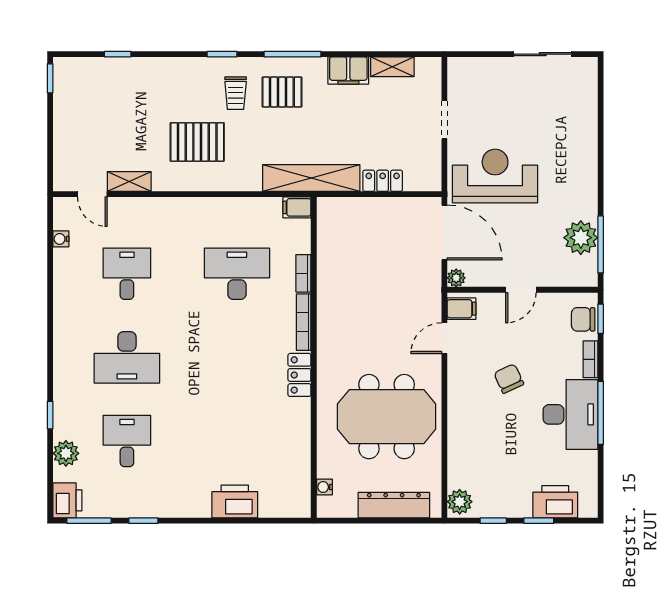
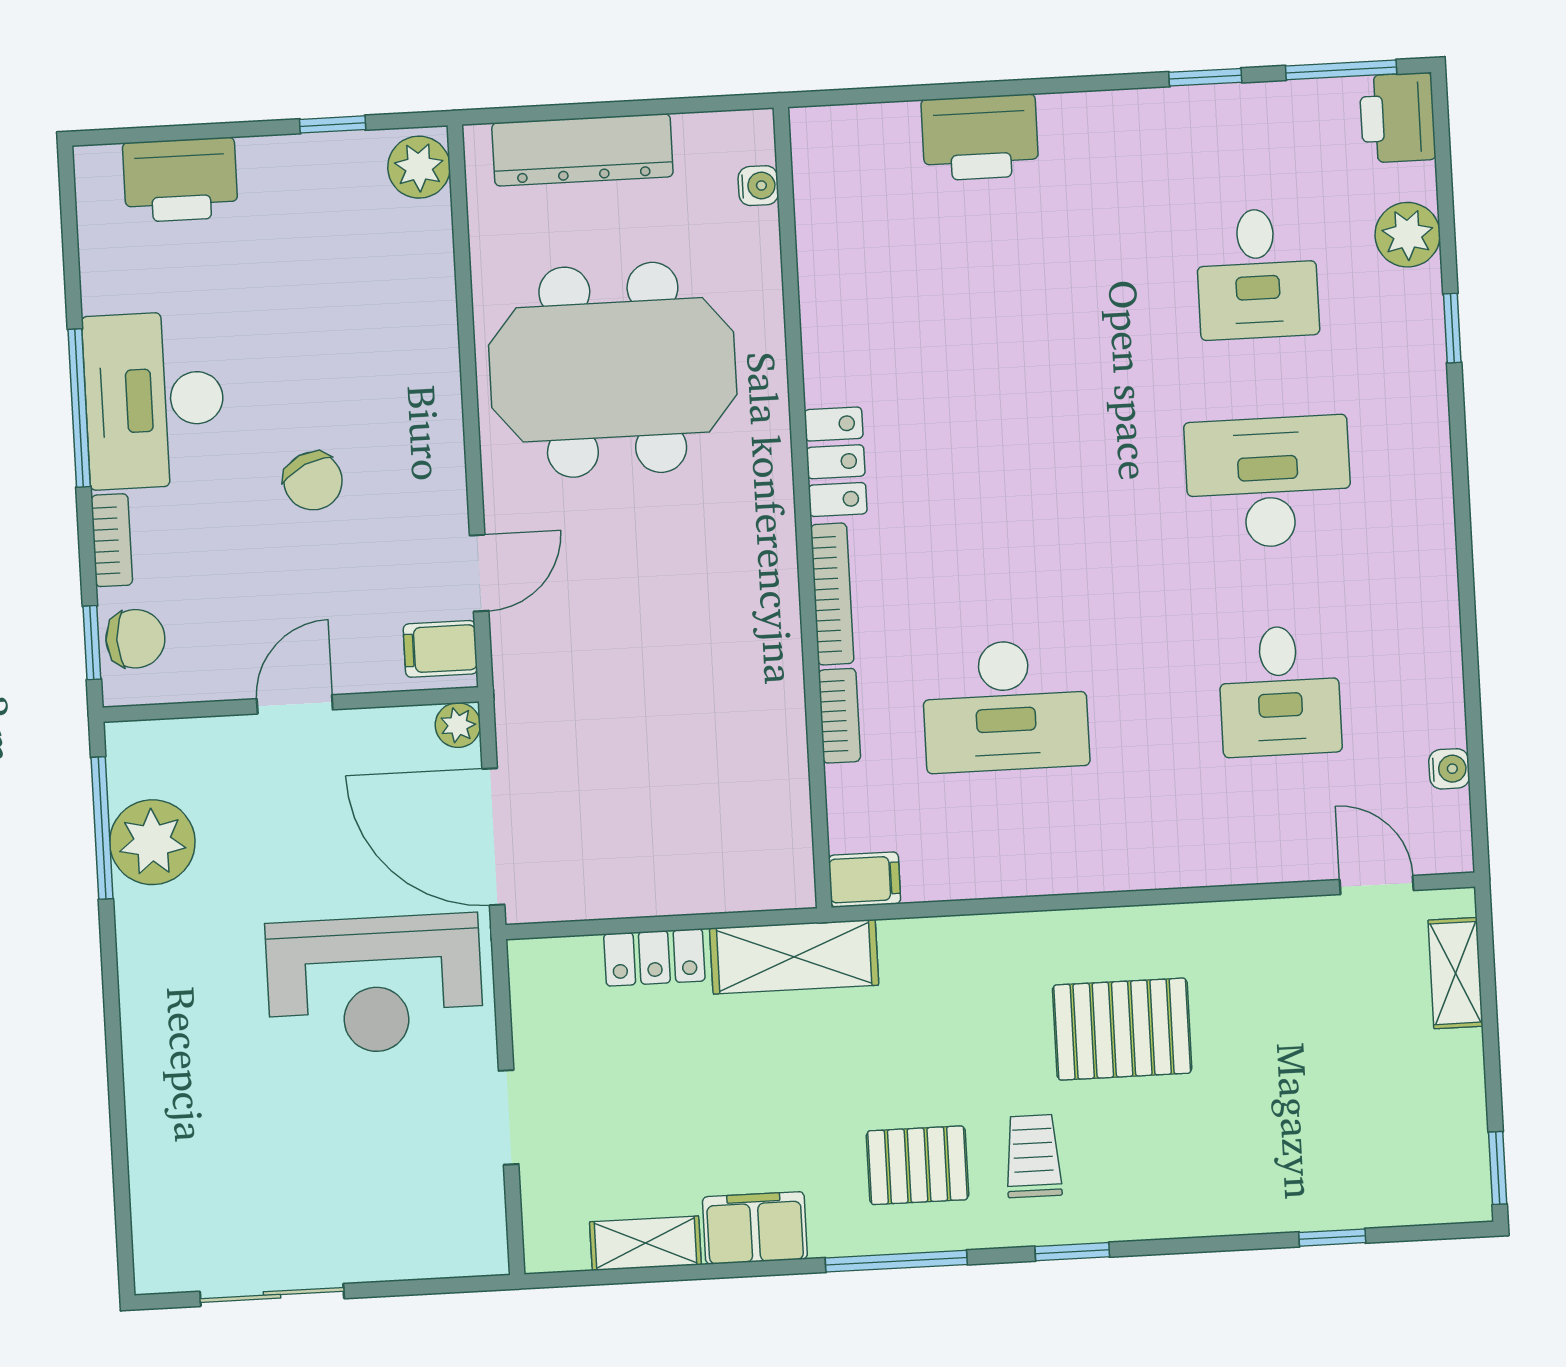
shelving: (311, 178) -> (794, 957), width x0.68
shelving: (129, 181) -> (1455, 973), moved, turned 90
window: (539, 521) -> (219, 131), removed

